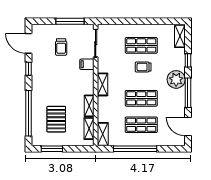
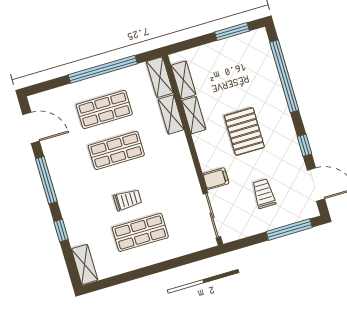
window: (70, 21) -> (289, 229), moved
plant: (176, 79) -> (71, 195), removed
shelving: (103, 84) -> (171, 115), moved
pallet: (56, 119) -> (244, 132), moved

